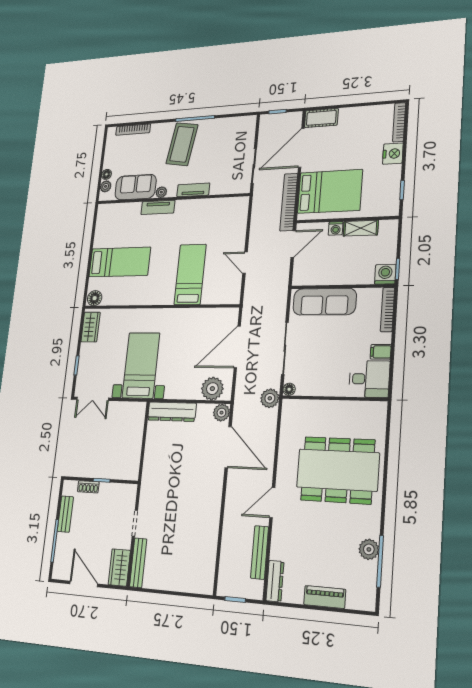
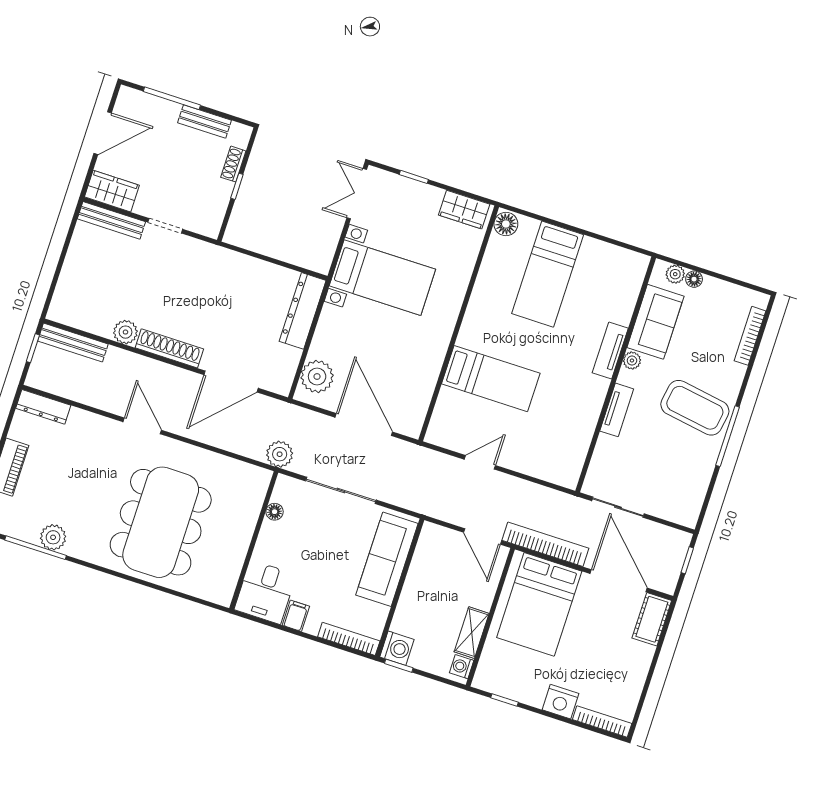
washing machine: (336, 228) -> (462, 667), moved
floor lamp: (289, 389) -> (275, 512), moved
plant: (221, 413) -> (125, 332), moved
shoe rack: (215, 498) -> (169, 348), added
bench: (260, 552) -> (73, 343), moved

